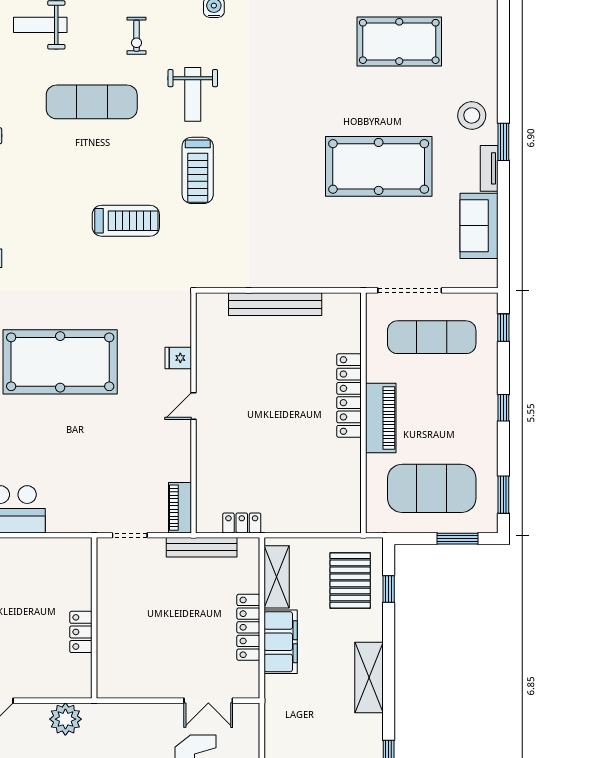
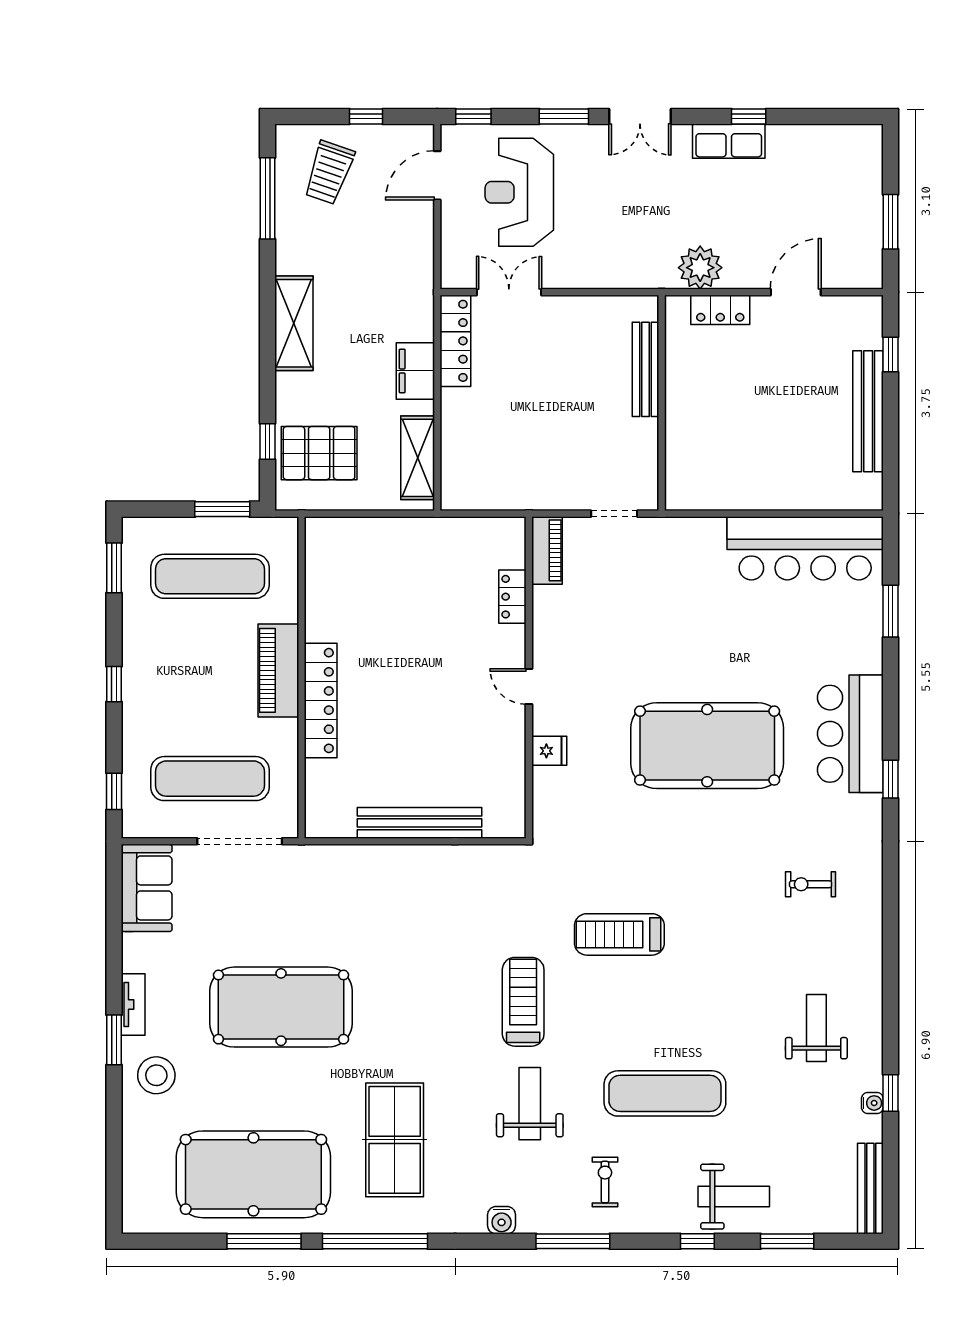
pool table: (399, 41) -> (253, 1174), width x1.36, depth x1.32
table tennis table: (294, 67) -> (395, 1140), added
sofa: (479, 226) -> (147, 888), moved
door: (193, 406) -> (529, 687), swing flipped
exercise mat: (432, 488) -> (210, 576), width x0.68
locker: (242, 523) -> (512, 597), moved, turned 90
window: (458, 539) -> (222, 509), moved
bench: (202, 547) -> (646, 369), moved, turned 90
pallet: (350, 580) -> (319, 453), turned 90
locker: (248, 627) -> (455, 341), moved
locker: (81, 632) -> (720, 310), moved, turned 90
filing cabinet: (281, 642) -> (415, 371), width x0.67, depth x0.86

